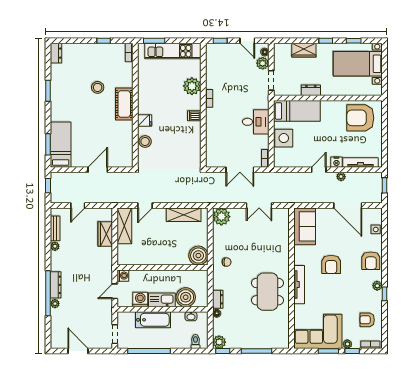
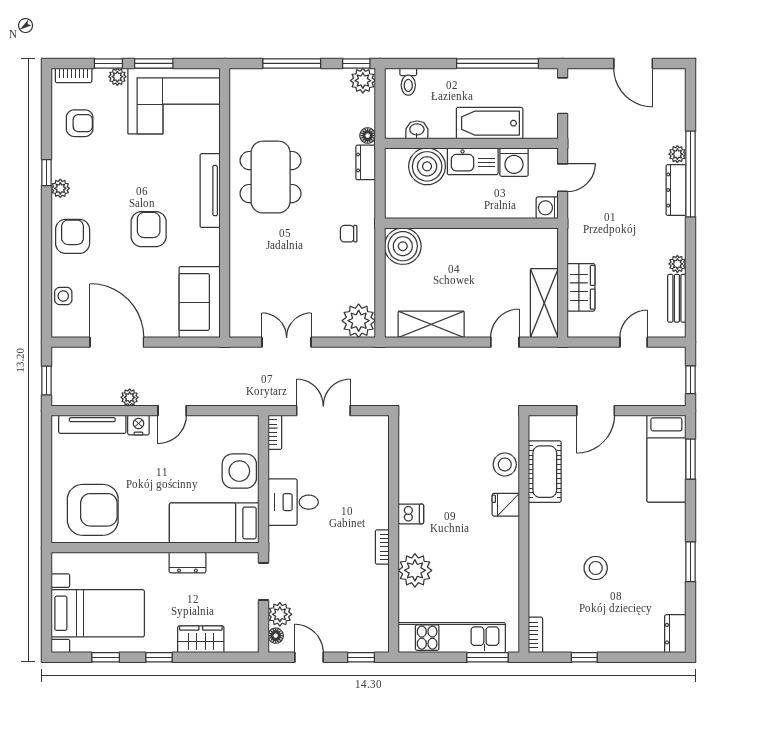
cot: (124, 104) -> (545, 472), moved

